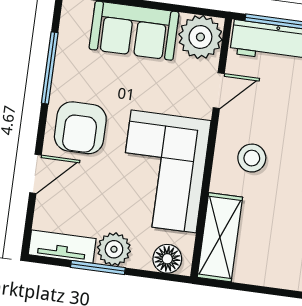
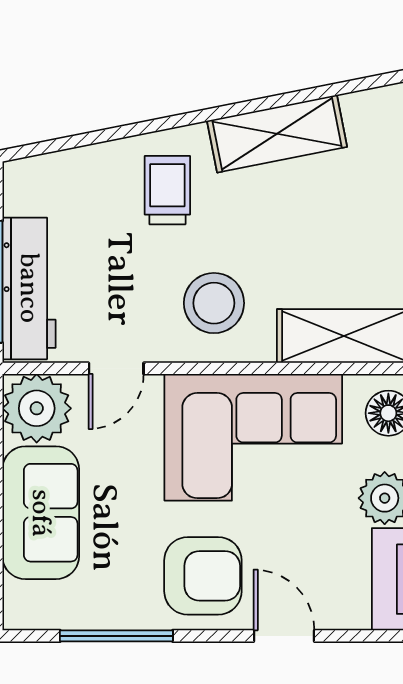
door: (219, 91) -> (116, 368), swing flipped
stool: (252, 158) -> (214, 303), width x1.38, depth x1.38

